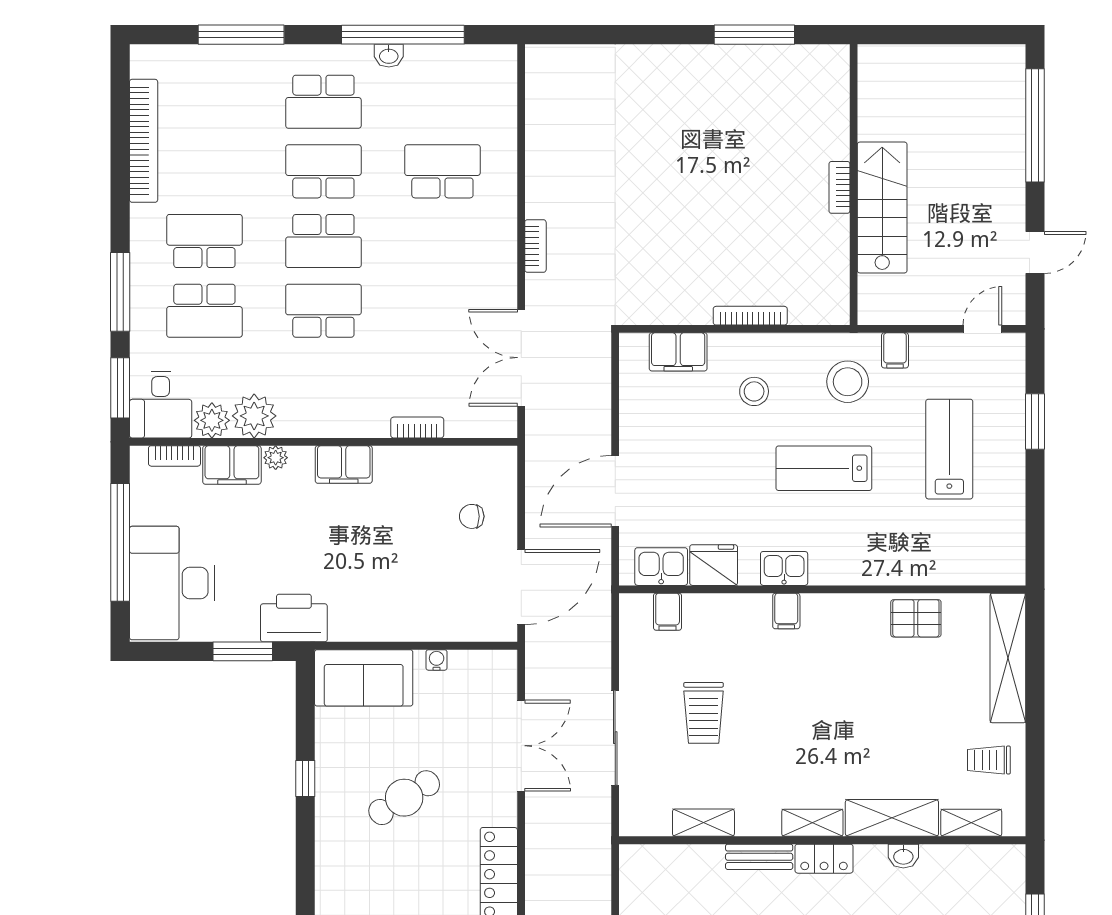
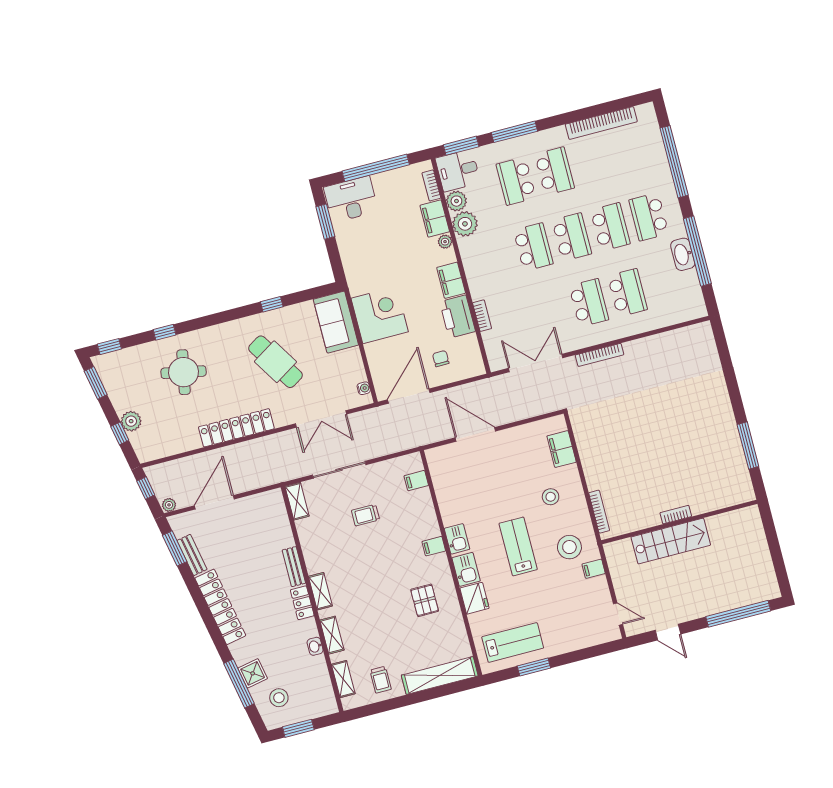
window: (241, 35) -> (674, 162), width x1.46
washbasin: (389, 56) -> (683, 254), width x1.91, depth x1.45
school desk: (323, 241) -> (572, 237), turned 180
school desk: (442, 241) -> (589, 303), added
bookcase: (535, 246) -> (599, 355), width x1.56
bookcase: (750, 316) -> (599, 512), moved
window: (1035, 421) -> (534, 667), moved
lab bench: (949, 449) -> (513, 642), moved
fridge: (714, 565) -> (474, 598), moved
kitchen sink: (661, 567) -> (466, 569), moved
desk: (172, 583) -> (351, 199), width x0.73, depth x0.77
door: (521, 587) -> (409, 396), swing flipped
corner desk: (371, 601) -> (380, 315), added
printer: (294, 618) -> (458, 317), moved, turned 180
pallet: (916, 618) -> (425, 600), moved
window: (243, 651) -> (325, 222), moved
water cooler: (437, 660) -> (364, 388), moved
trolley: (704, 713) -> (366, 515), width x0.73, depth x0.72
trolley: (989, 760) -> (381, 680), turned 180
cafe table: (404, 798) -> (275, 362), width x1.37, depth x1.35
shelving: (892, 818) -> (332, 635), width x0.67, depth x0.75
shelving: (703, 823) -> (297, 501), moved

